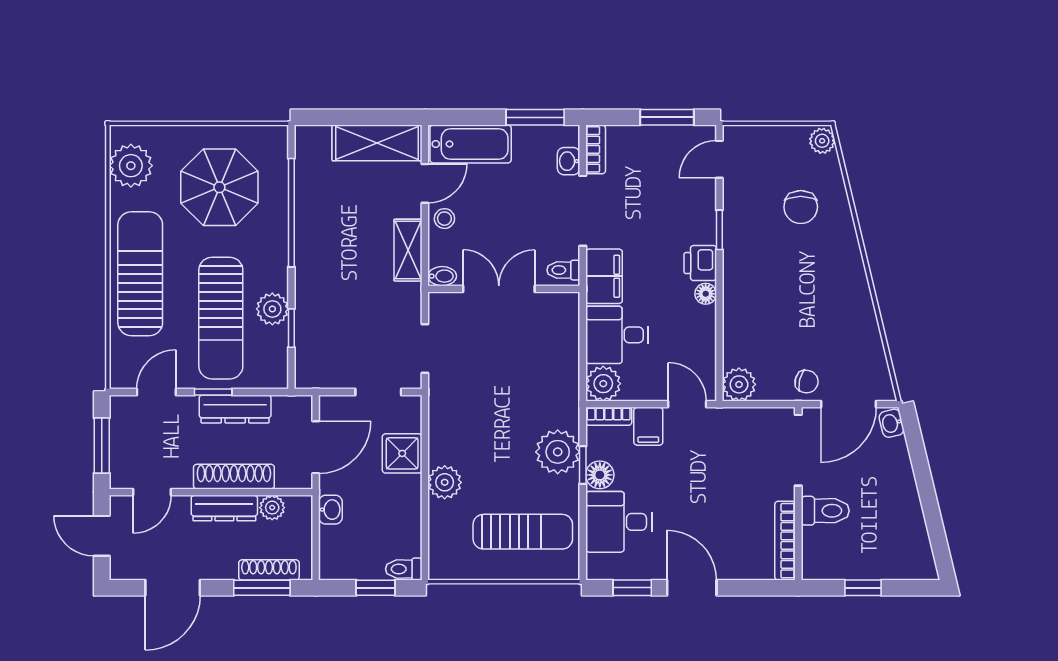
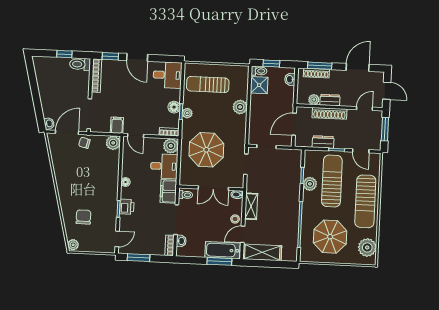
window: (535, 117) -> (219, 261), moved
printer: (700, 263) -> (127, 207), moved
parasol: (519, 378) -> (206, 150), added
door: (156, 392) -> (361, 151), hinge flipped
dresser: (235, 409) -> (323, 142), width x0.70
filing cabinet: (648, 426) -> (117, 125), moved
plant: (558, 452) -> (187, 113), width x0.53, depth x0.53
shower: (402, 453) -> (259, 85), moved
dresser: (224, 508) -> (330, 100), width x0.70
washbasin: (330, 510) -> (290, 79), moved
toilet: (825, 511) -> (80, 64), moved
desk: (619, 522) -> (167, 75), moved
window: (632, 588) -> (110, 56), moved

